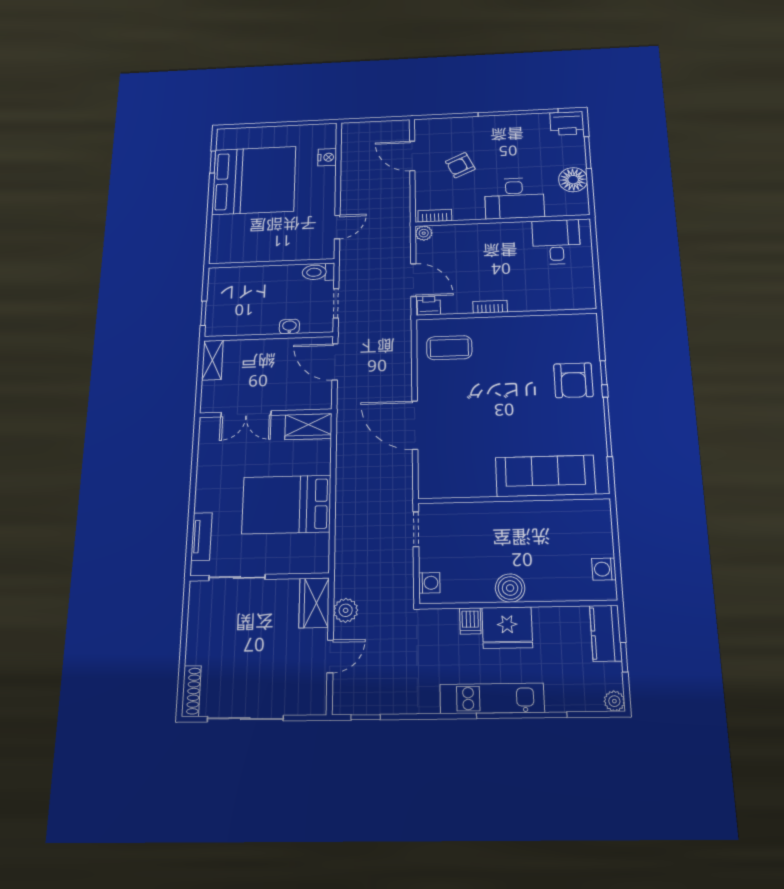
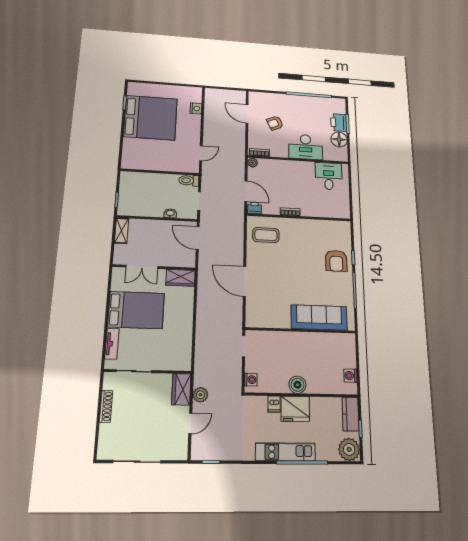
printer: (567, 123) -> (339, 123), moved, turned 90
bed: (287, 504) -> (136, 310), moved, turned 180
shoe rack: (191, 691) -> (106, 406), moved
plant: (614, 701) -> (349, 449), width x1.87, depth x1.87

